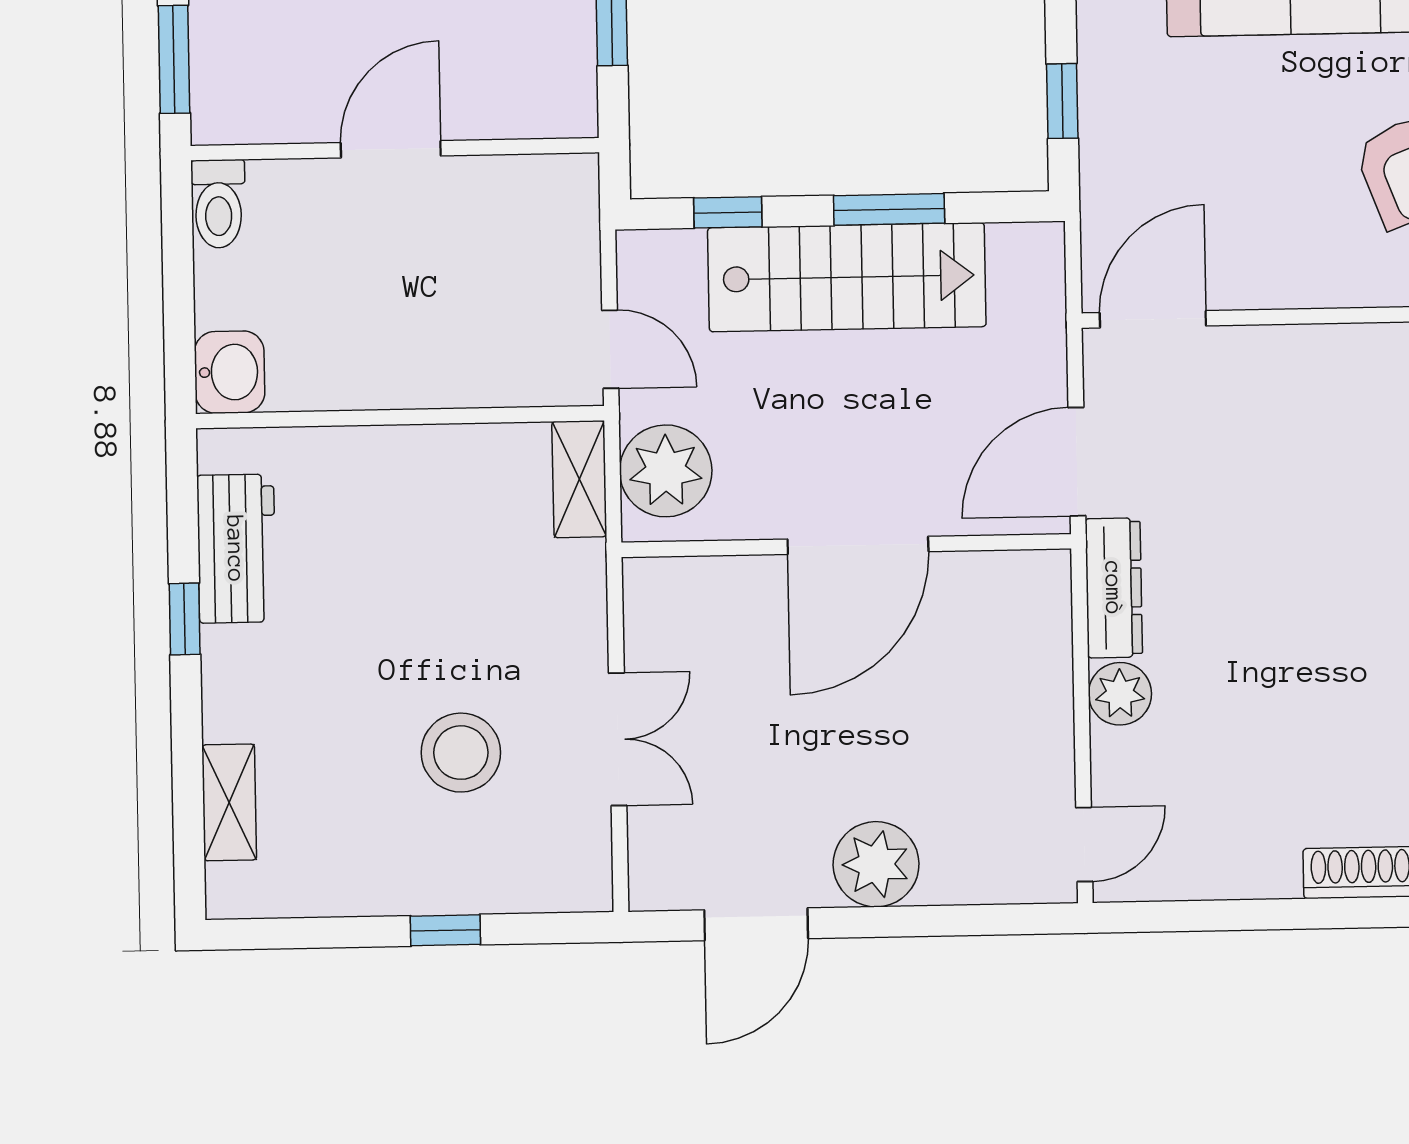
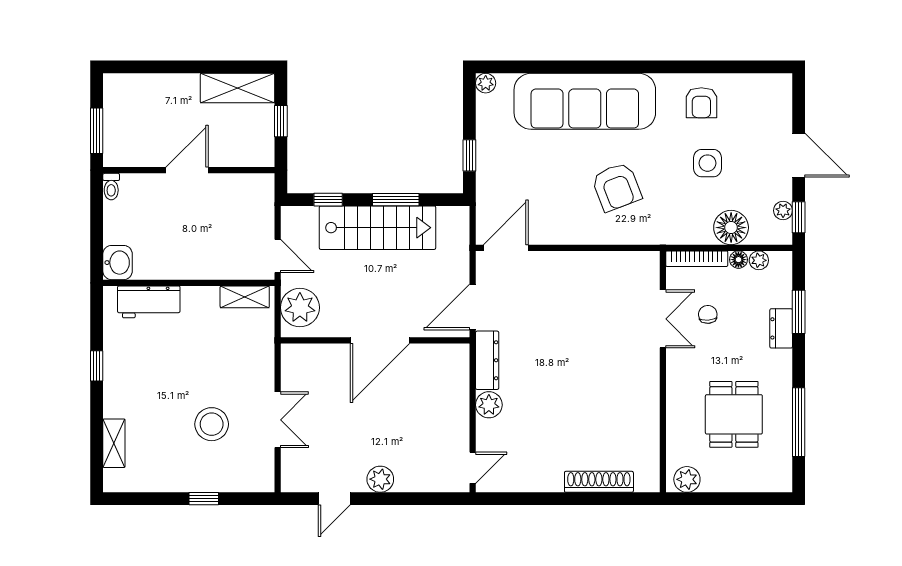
toilet: (218, 204) -> (111, 187), width x0.73, depth x0.72
shelving: (579, 479) -> (245, 297), moved, turned 90
workbench: (236, 549) -> (149, 302), moved, turned 90
plant: (876, 864) -> (380, 479), width x0.73, depth x0.73
door: (756, 924) -> (334, 499), width x0.73

